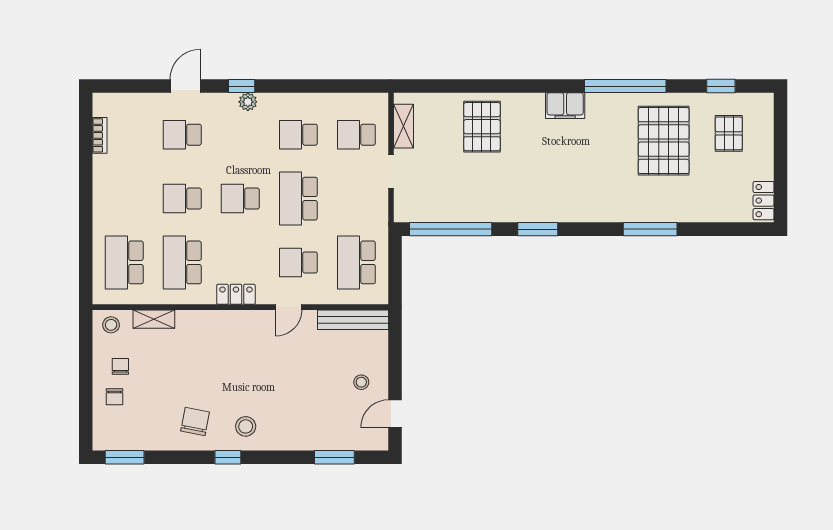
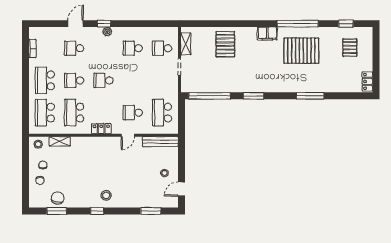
pallet: (664, 141) -> (301, 51), moved, turned 90
school desk: (298, 199) -> (45, 80), moved
chair: (195, 422) -> (58, 198), moved
window: (125, 457) -> (57, 211), moved

